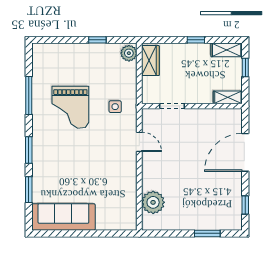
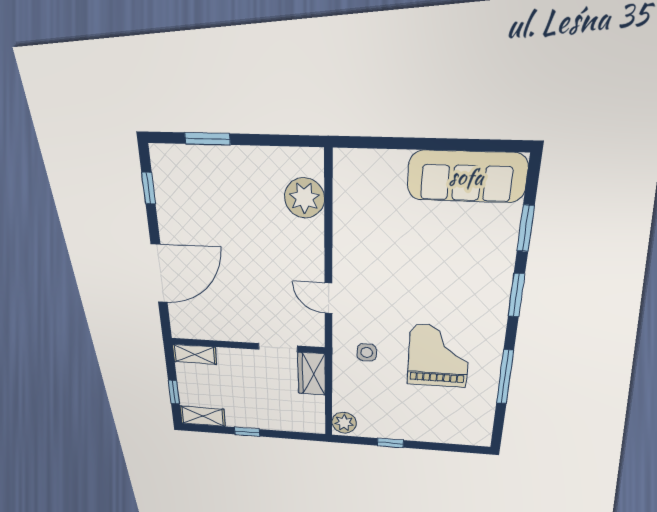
wardrobe: (150, 61) -> (312, 374), moved

